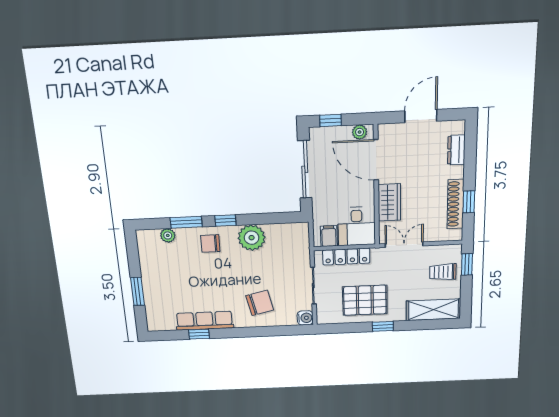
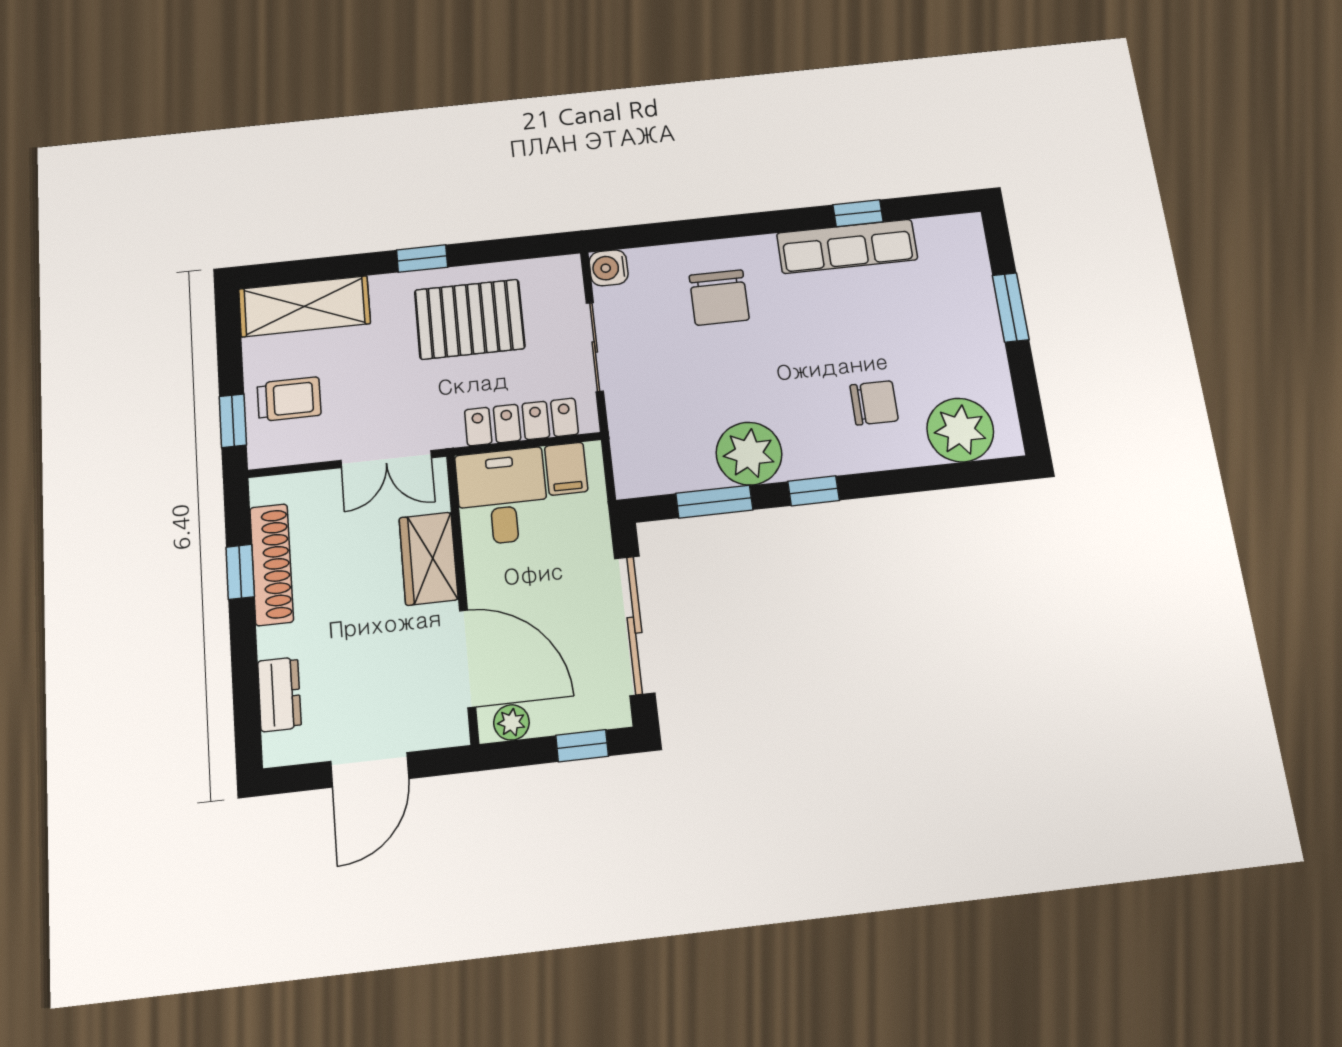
window: (186, 222) -> (714, 502), moved
plant: (168, 235) -> (960, 430), width x1.88, depth x1.88
chair: (210, 243) -> (874, 403), moved
chair: (260, 303) -> (719, 297), turned -77

